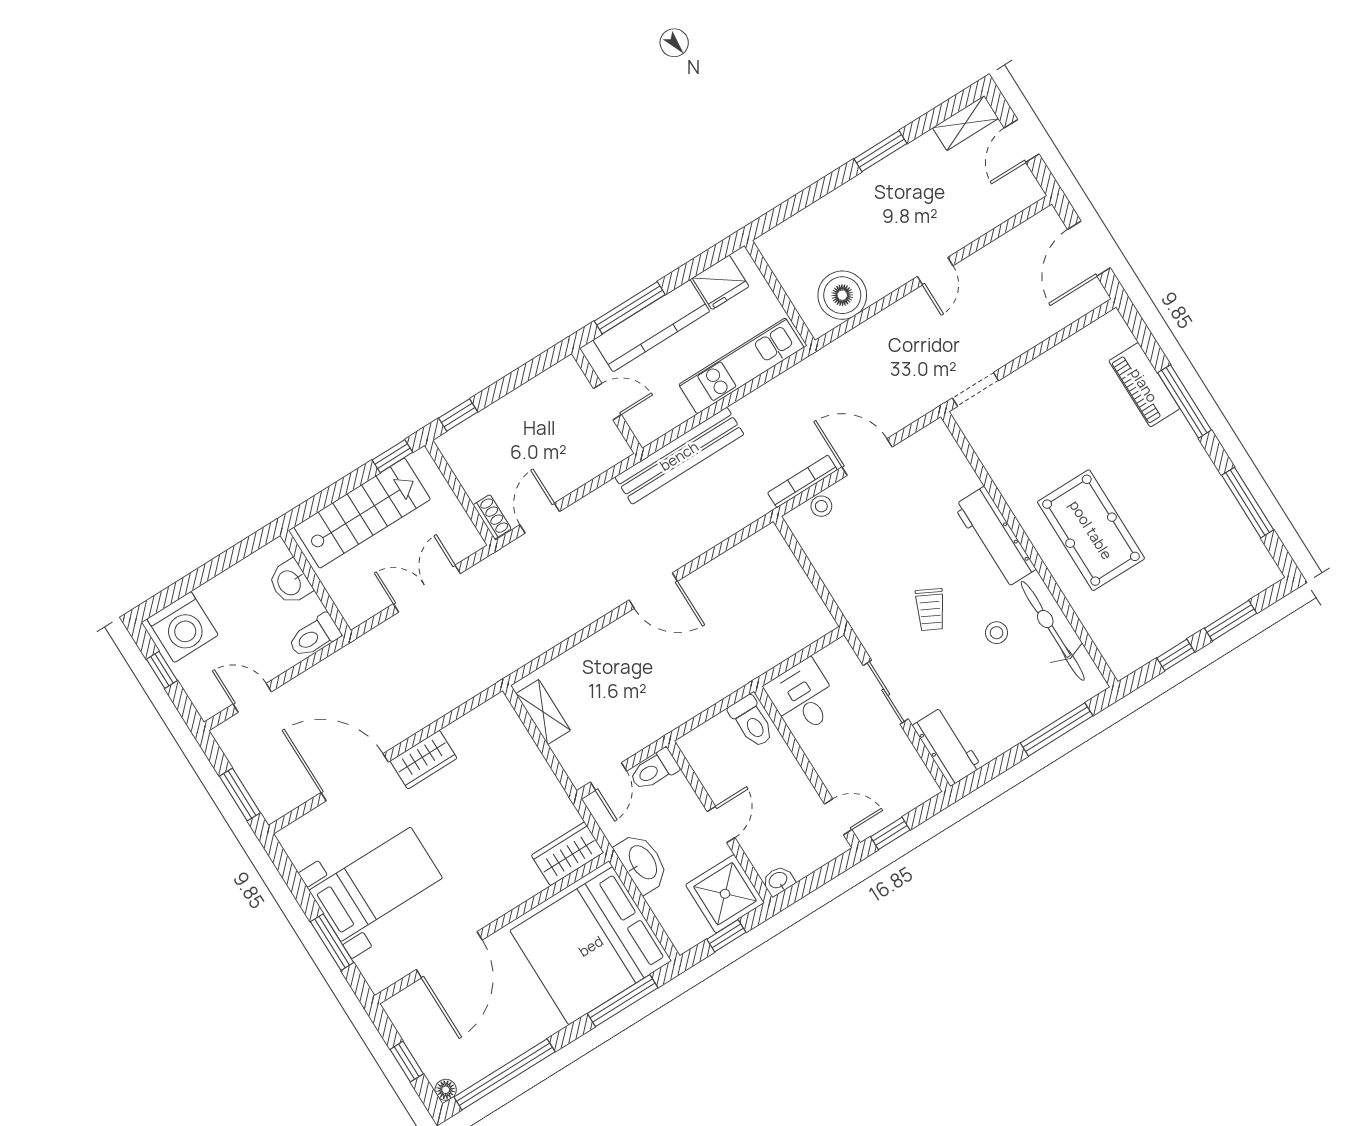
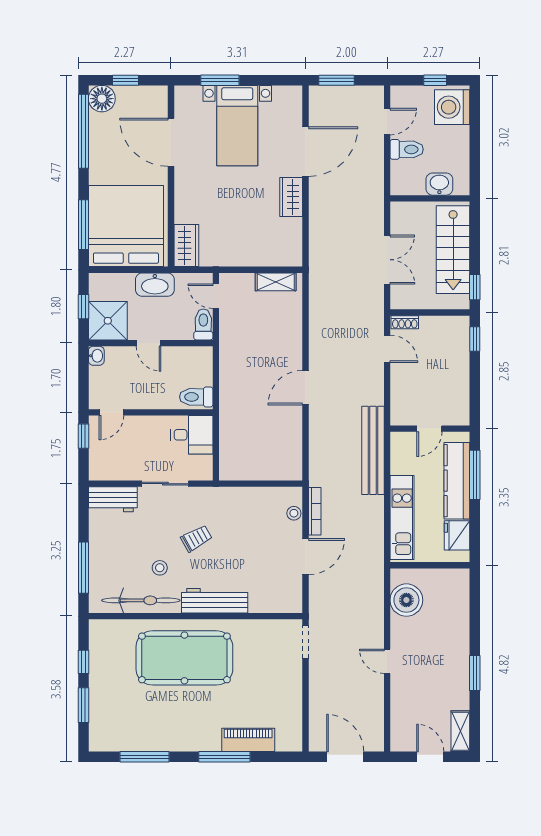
pool table: (1091, 530) -> (184, 658), width x1.36, depth x1.32
trolley: (930, 610) -> (196, 538), turned 124
toilet: (314, 636) -> (407, 149), moved, turned 90
floor lamp: (446, 1090) -> (102, 99), width x1.89, depth x1.89

